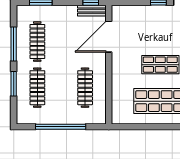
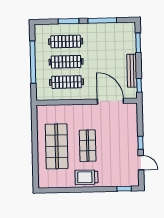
bench: (92, 11) -> (132, 71), moved, width x1.36
clothes rail: (37, 42) -> (66, 62), moved

